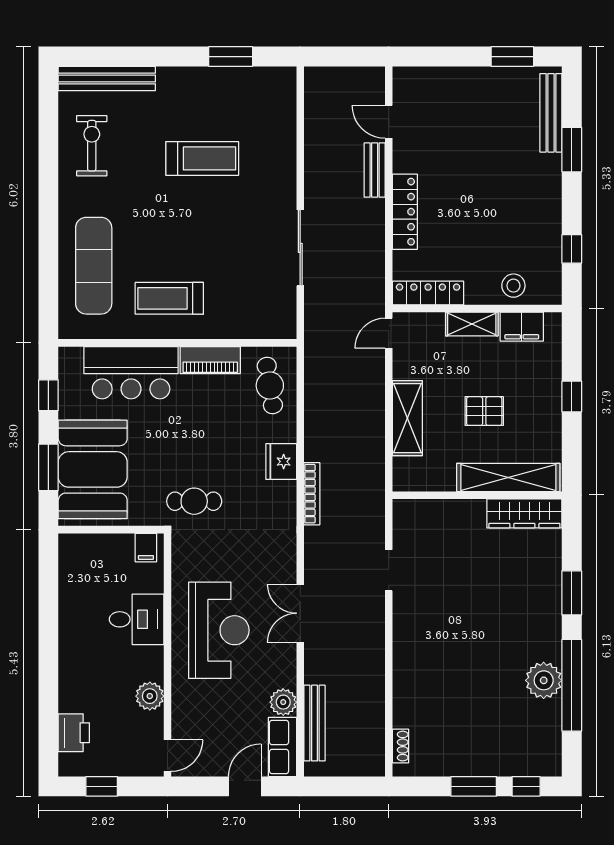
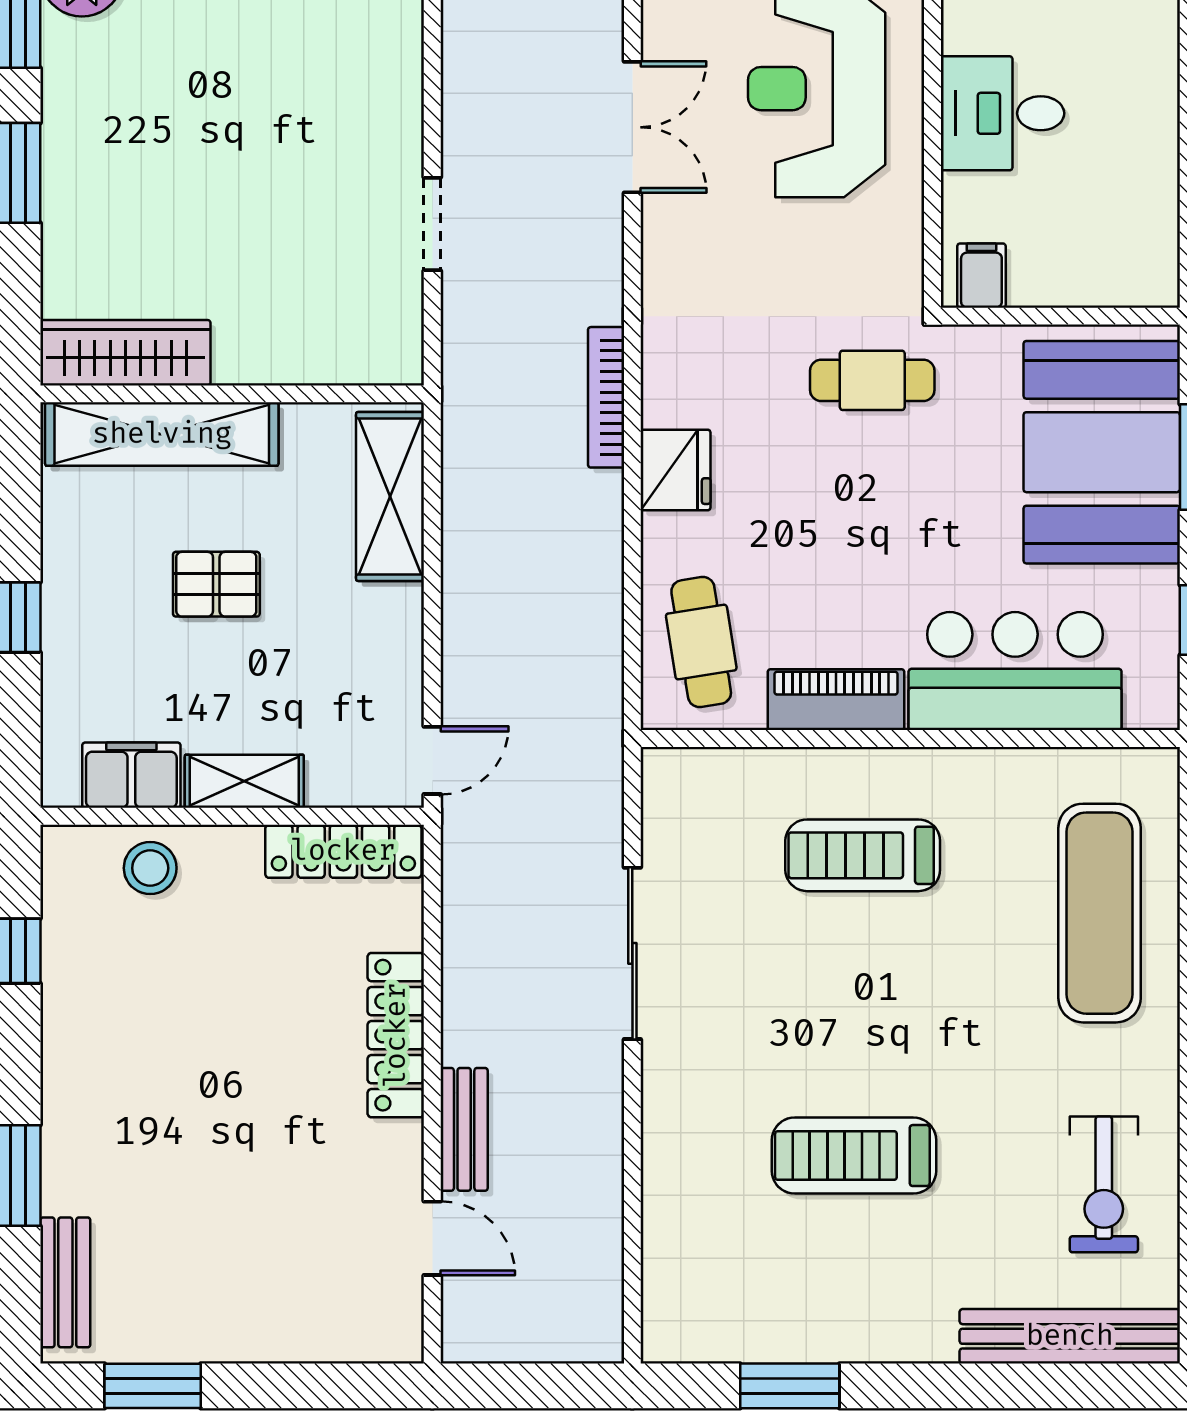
bench: (551, 113) -> (65, 1282), width x0.73
treadmill: (169, 298) -> (863, 855), moved, turned 180
shelving: (407, 418) -> (390, 496), moved

